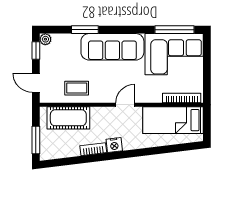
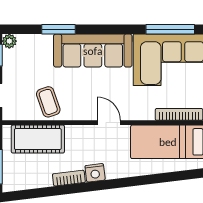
coffee table: (77, 88) -> (48, 102), turned 71
door: (125, 105) -> (109, 123), hinge flipped

